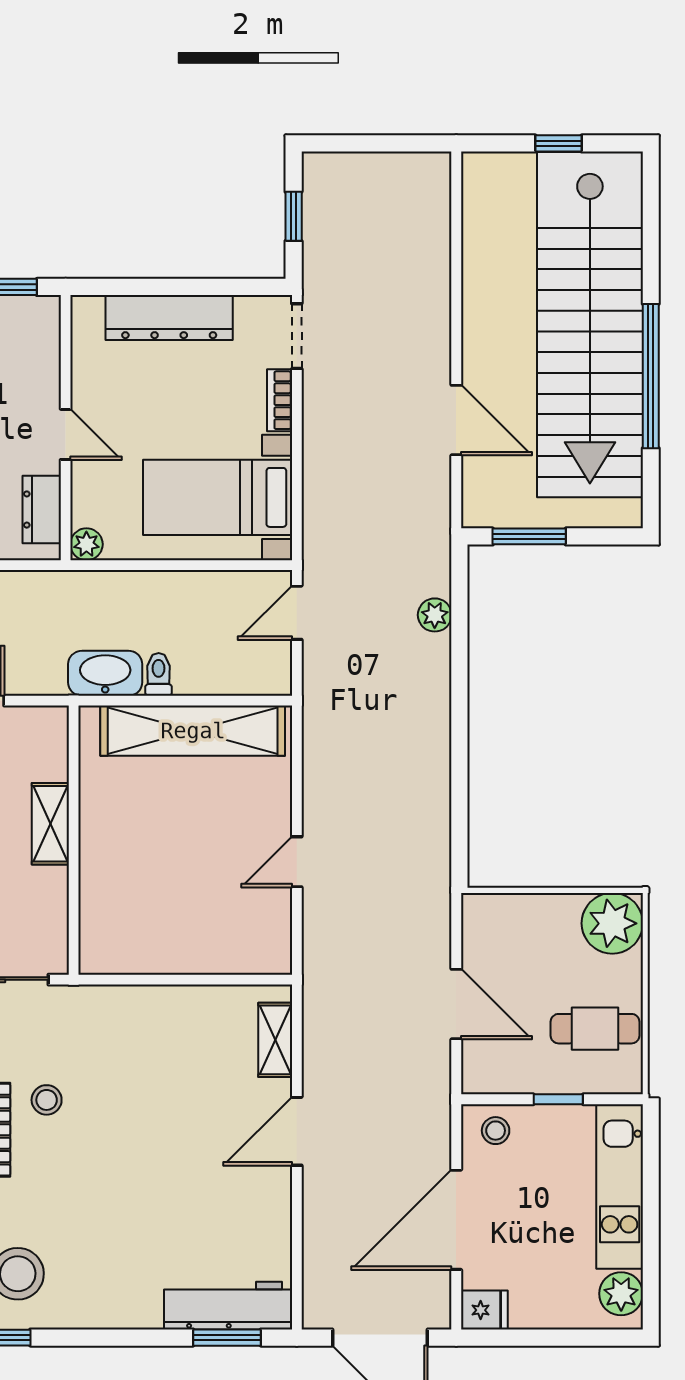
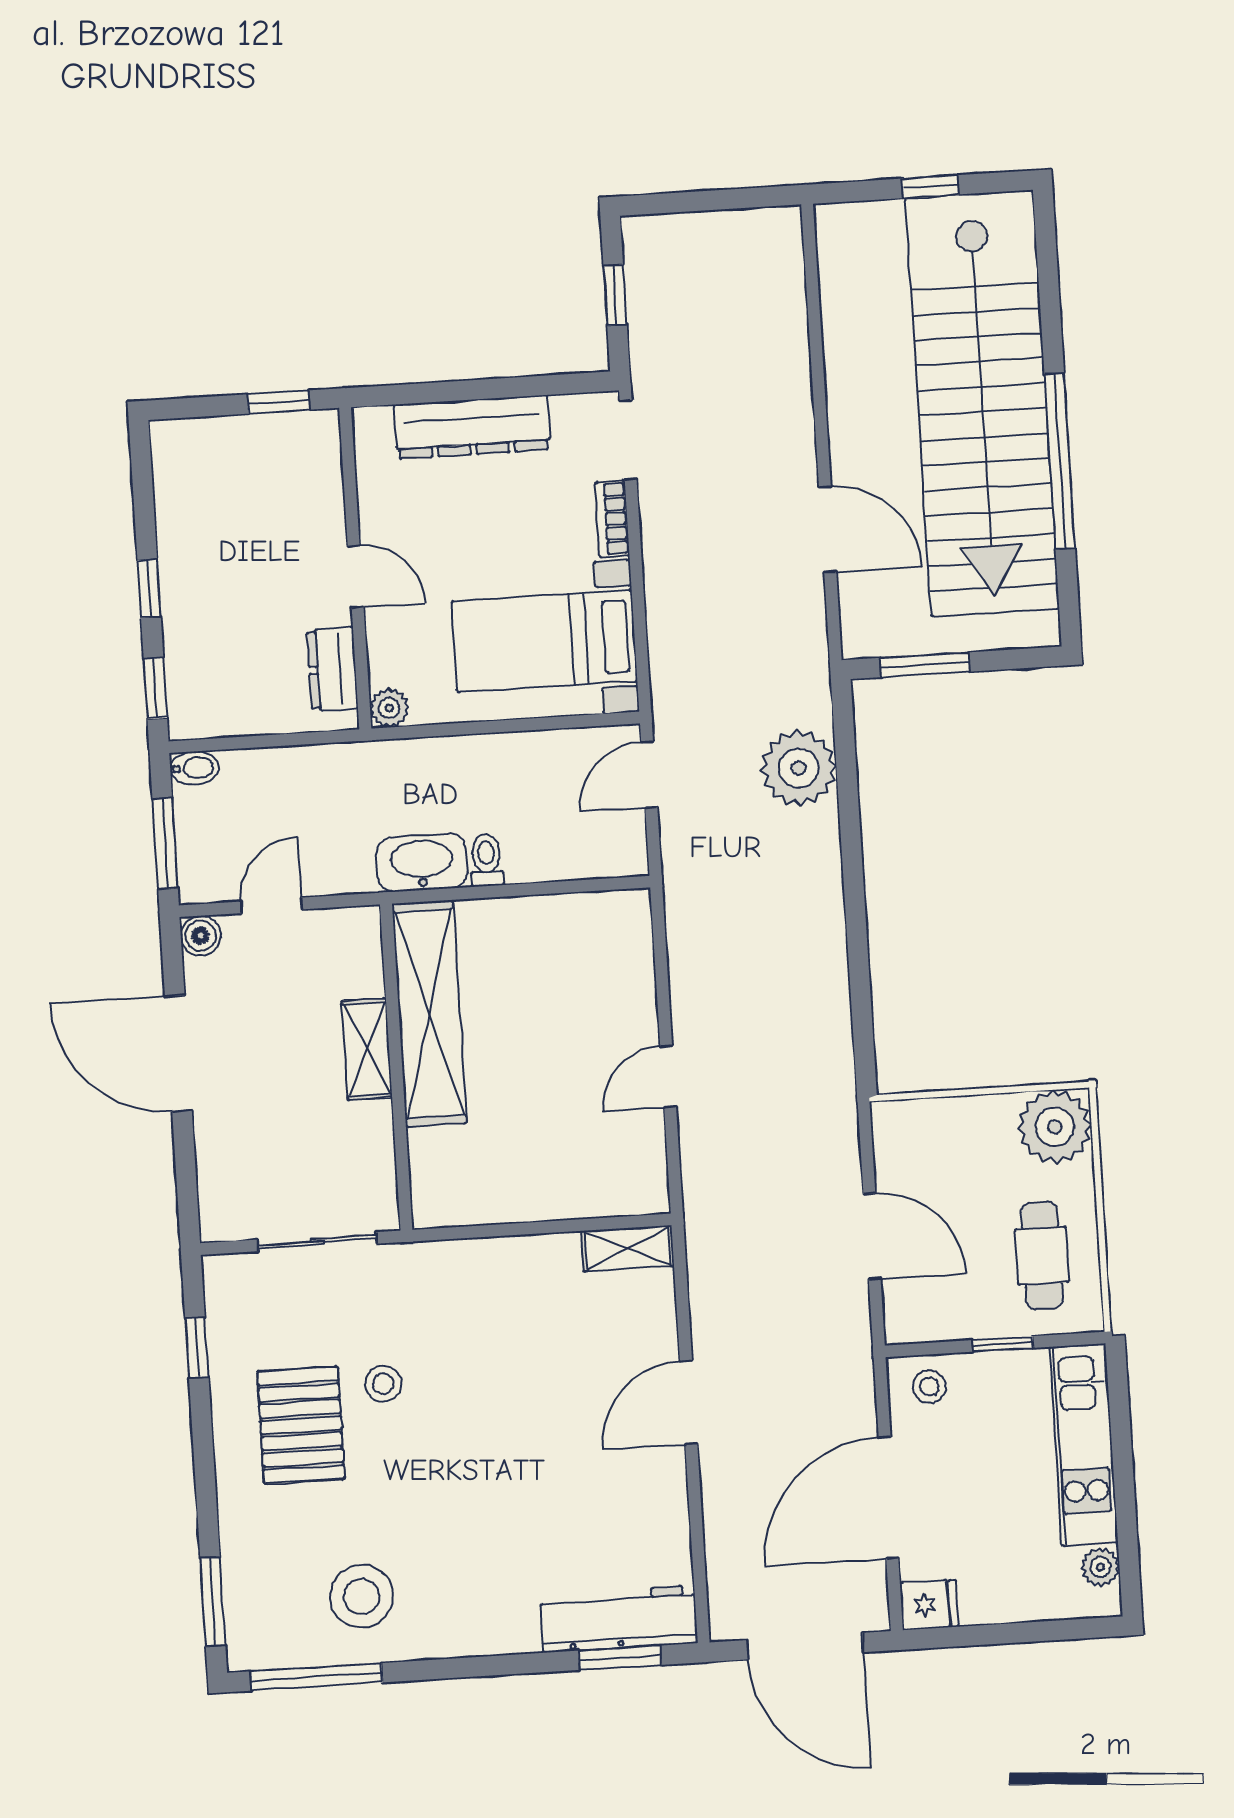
plant: (435, 615) -> (799, 768), width x1.88, depth x1.88
shelving: (193, 731) -> (429, 1013), moved, turned 90
cafe table: (595, 1029) -> (1042, 1256), turned 90
shelving: (275, 1040) -> (628, 1248), moved, turned 90
plant: (621, 1294) -> (1100, 1567), width x0.73, depth x0.73

